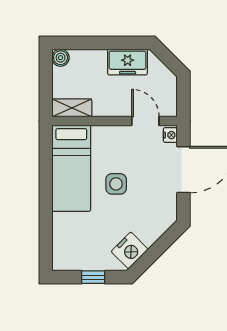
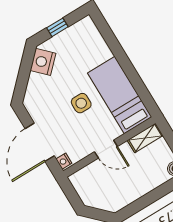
freezer: (128, 62) -> (126, 194), removed
door: (145, 121) -> (106, 149), moved

